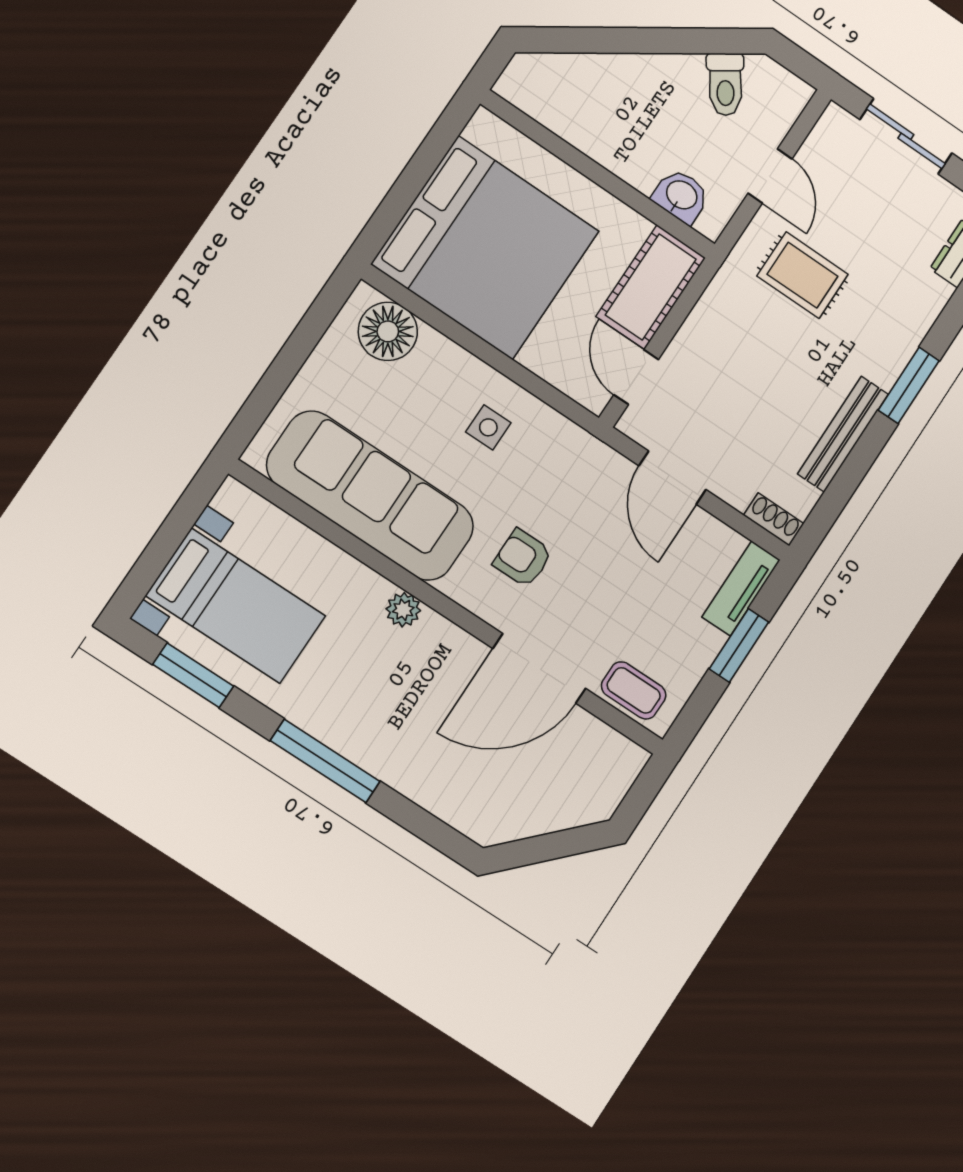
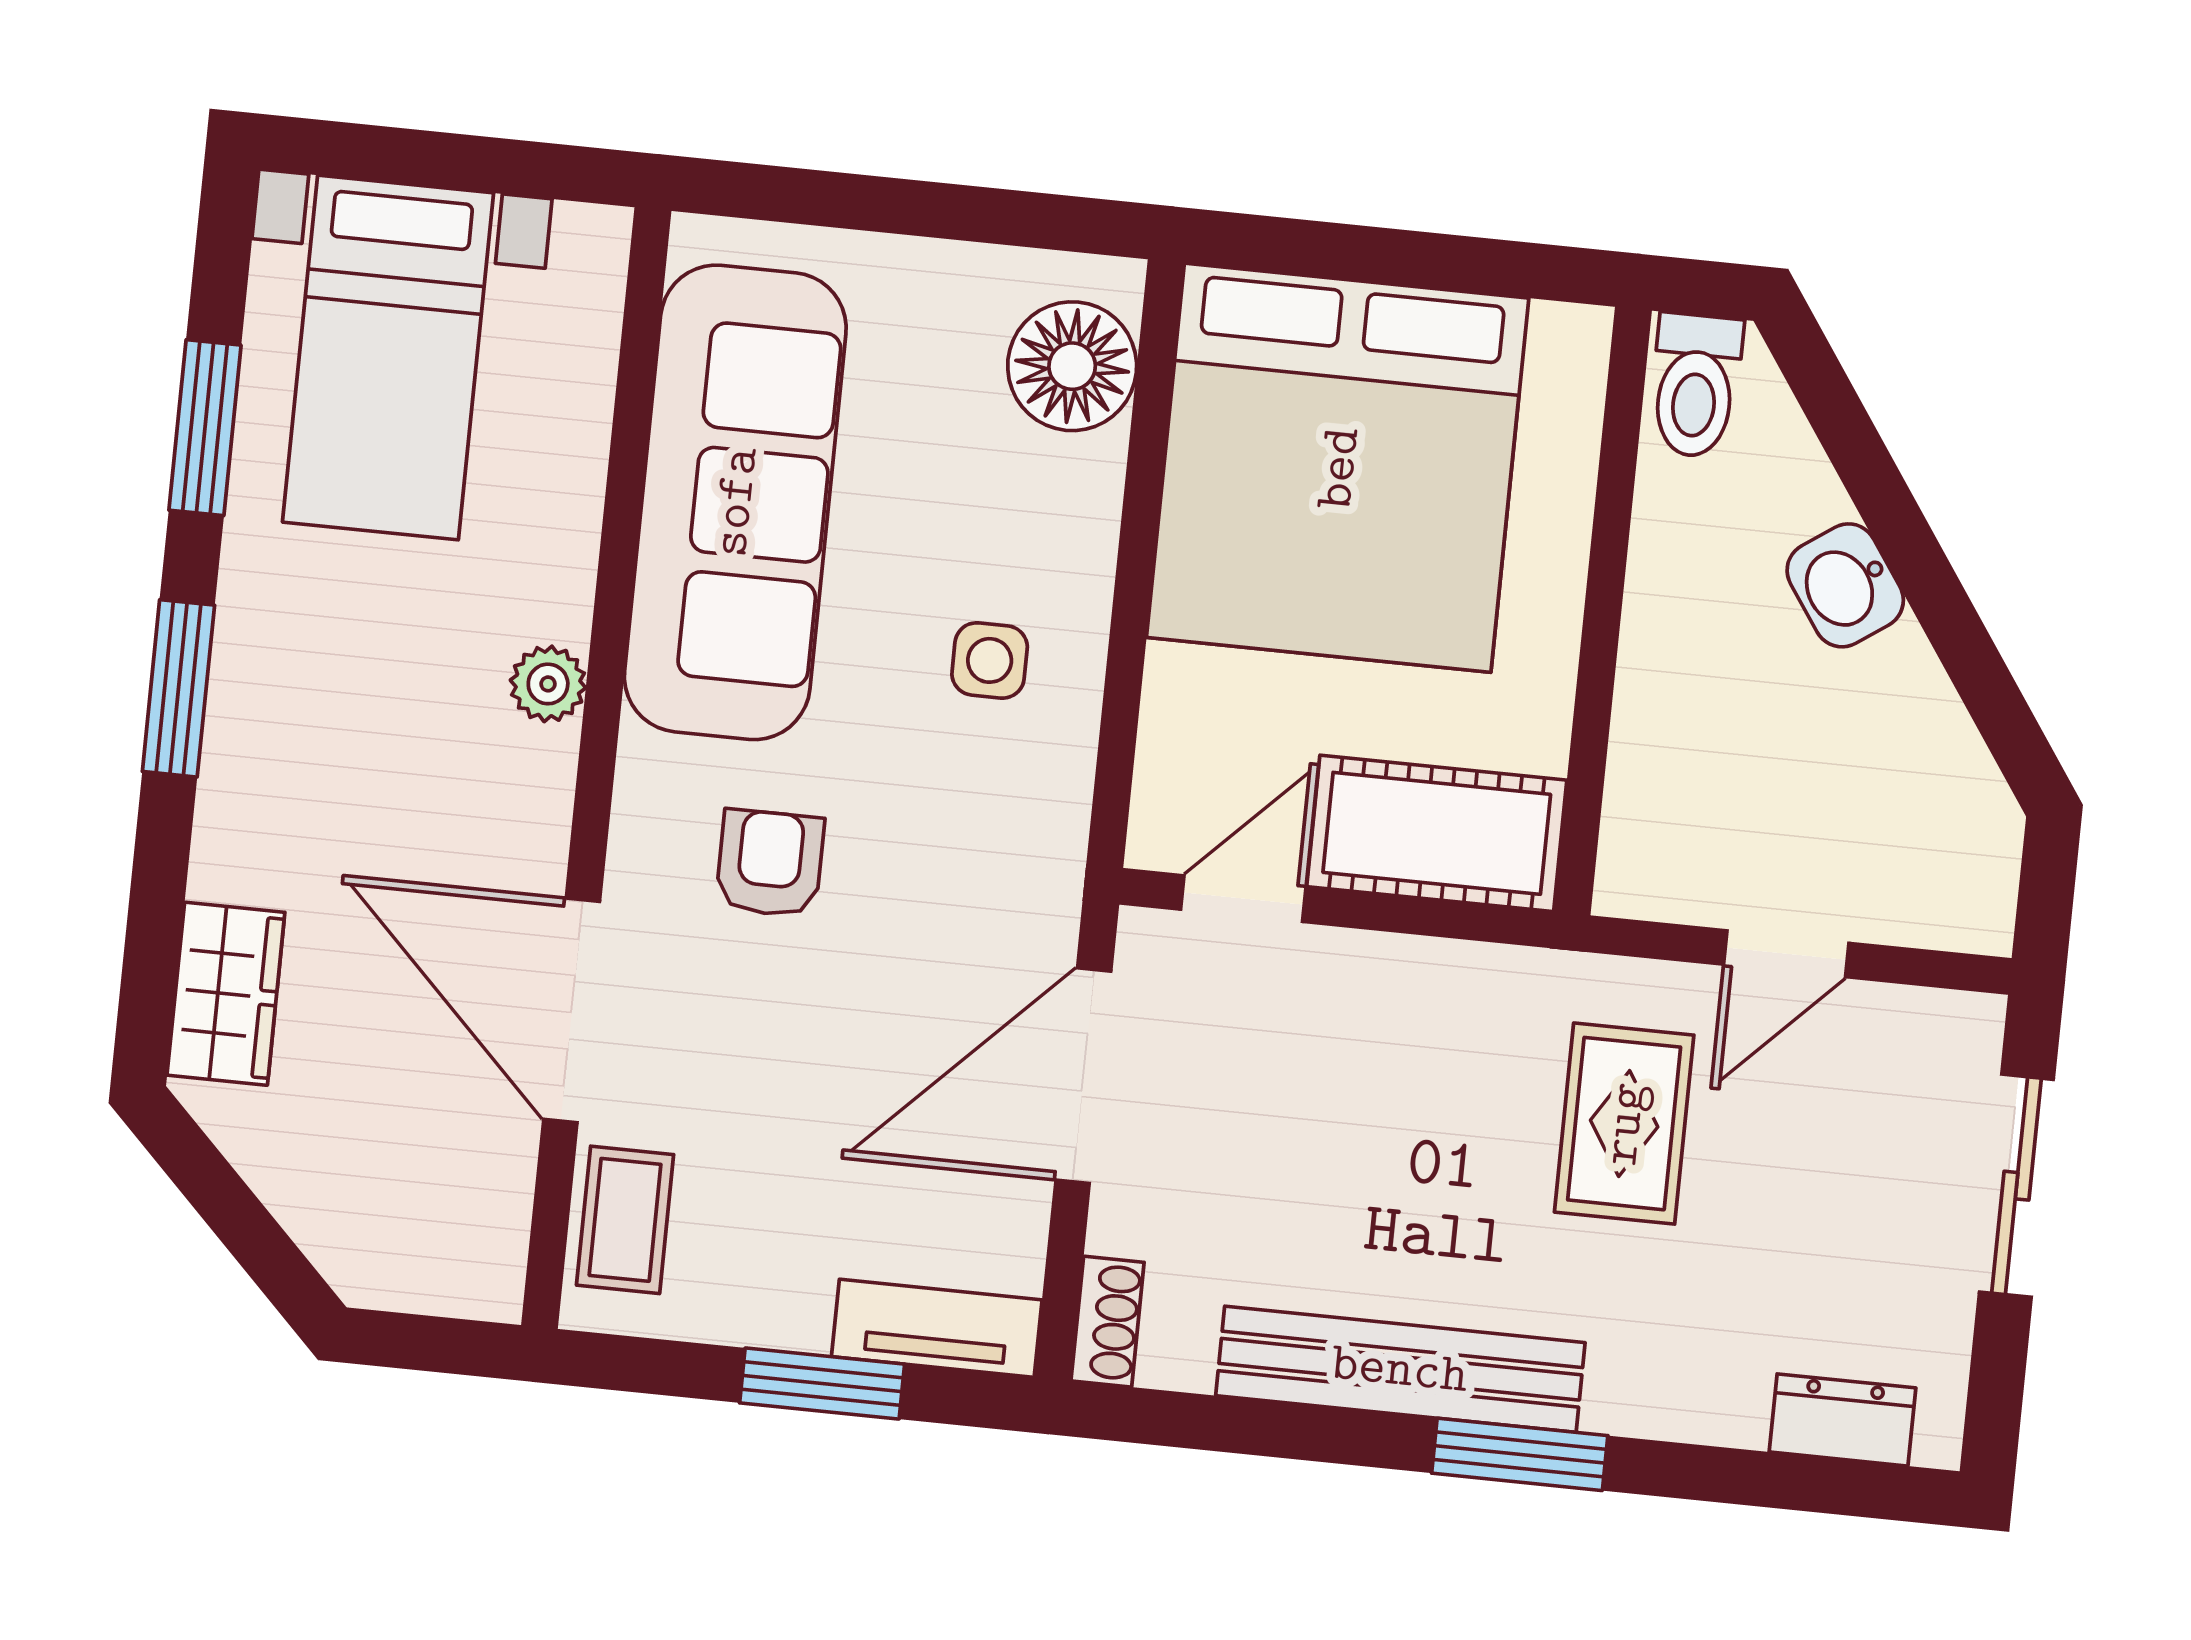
toilet: (725, 84) -> (1695, 385), moved, turned -55
washbasin: (681, 196) -> (1845, 585), moved, turned 145
bench: (843, 434) -> (1400, 1369), width x1.37, depth x1.21
door: (672, 478) -> (1083, 1076), width x1.36
window: (193, 675) -> (205, 428), moved
window: (325, 761) -> (178, 688), width x0.69
wardrobe: (459, 805) -> (226, 994), added

